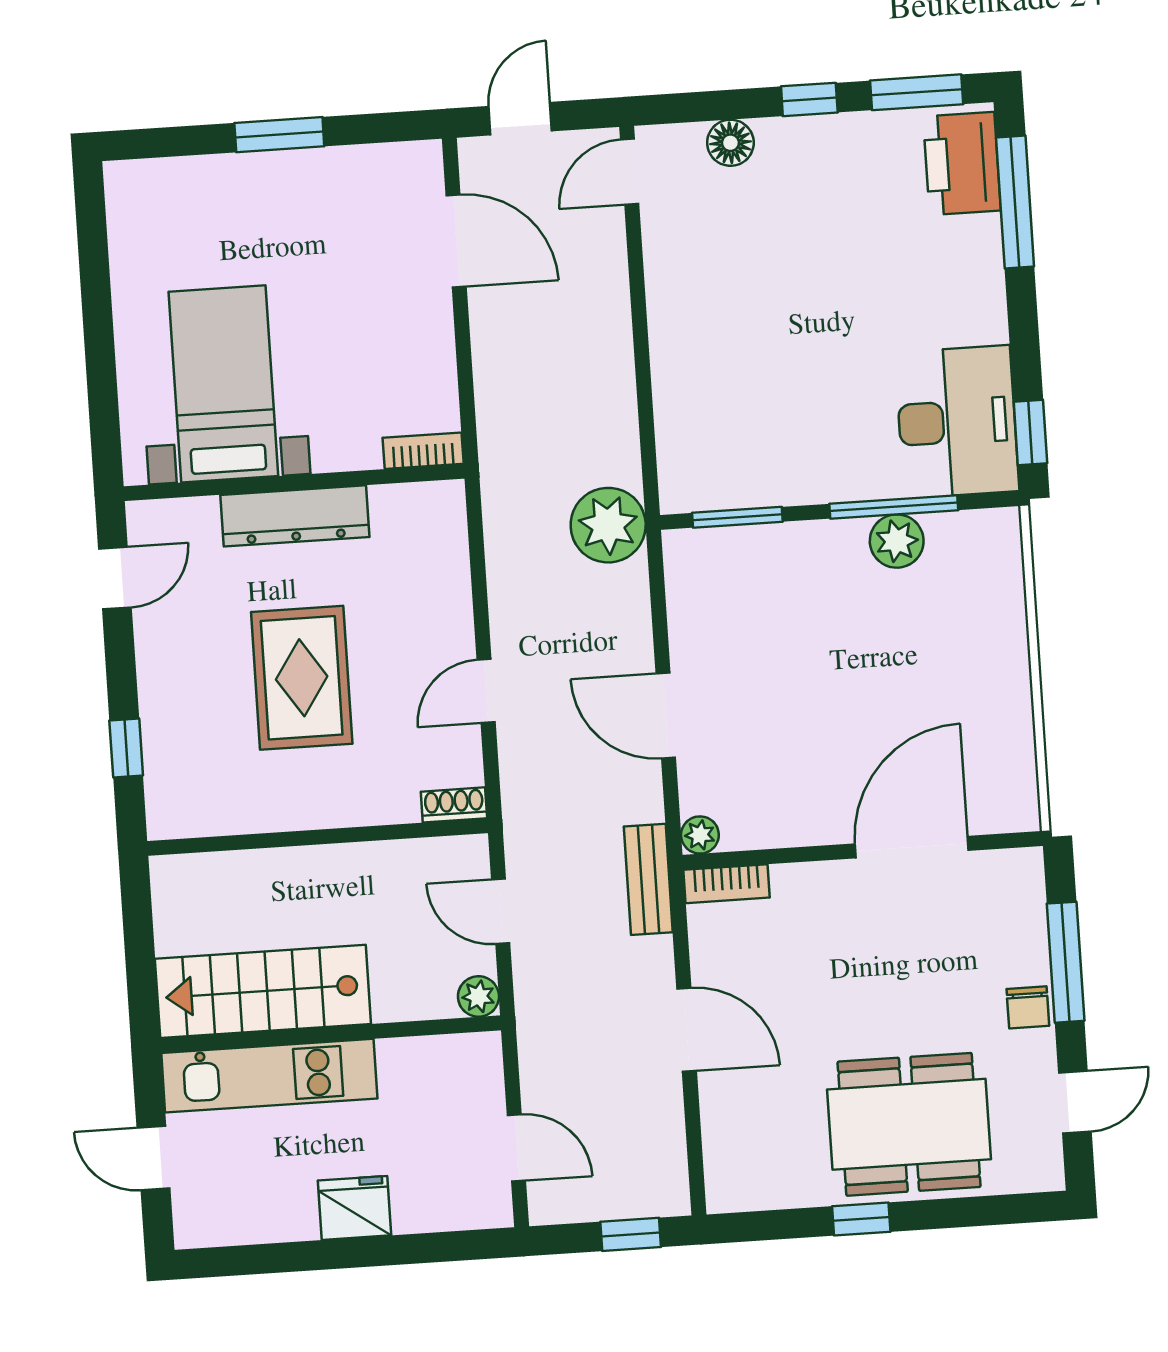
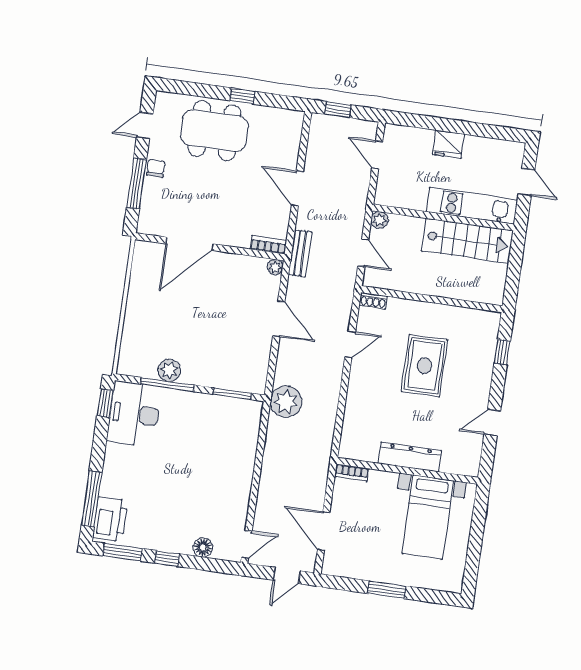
bed with nightstands: (223, 384) -> (428, 517), moved
bookcase: (423, 451) -> (352, 473), moved
wall: (294, 482) -> (407, 471), moved
dresser: (295, 516) -> (410, 457), moved

